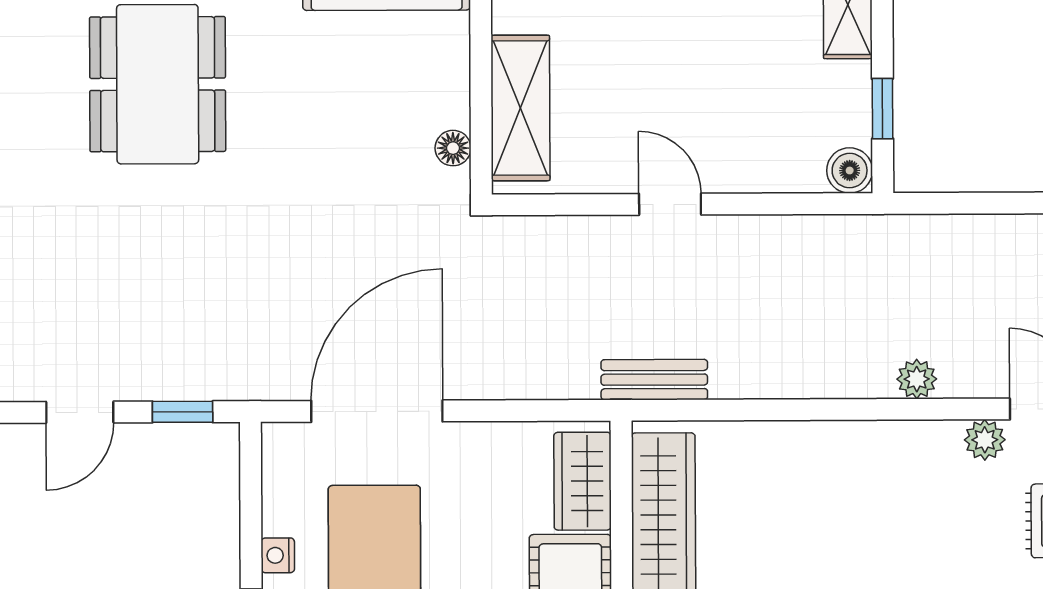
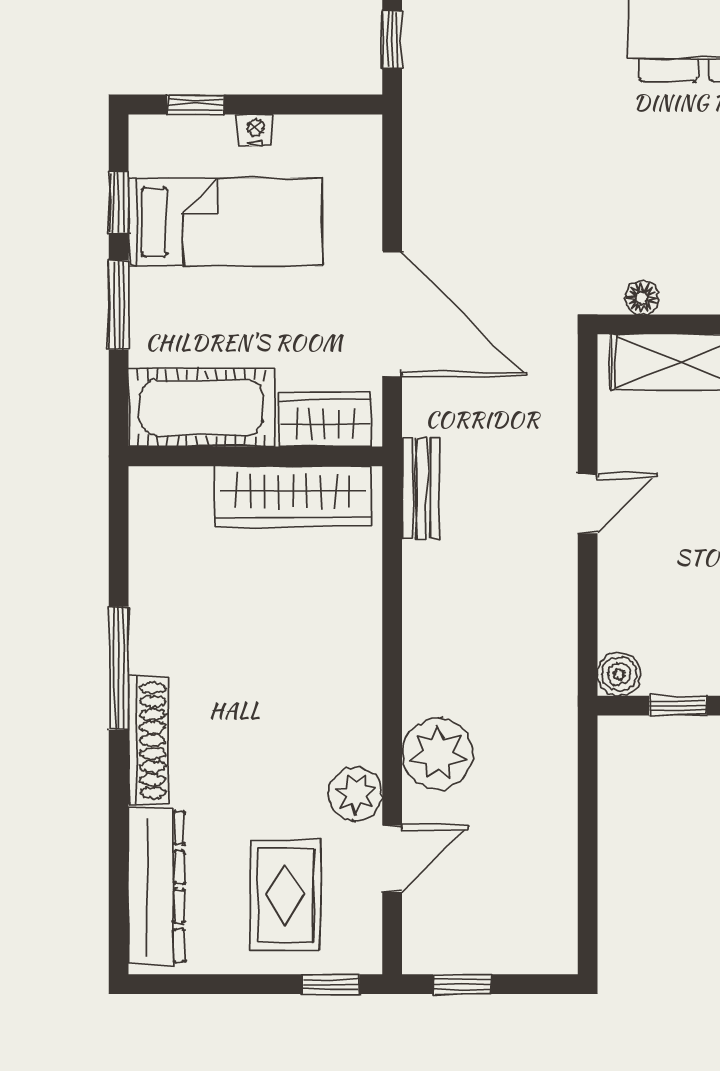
plant: (917, 379) -> (437, 754), width x1.88, depth x1.88
door: (377, 411) -> (392, 314), moved
plant: (985, 440) -> (356, 794), width x1.38, depth x1.38

